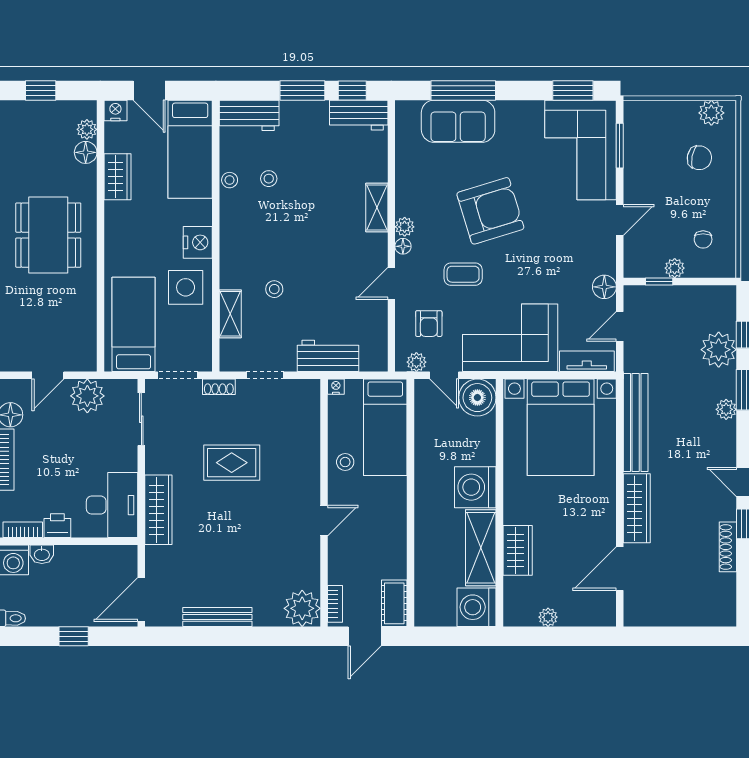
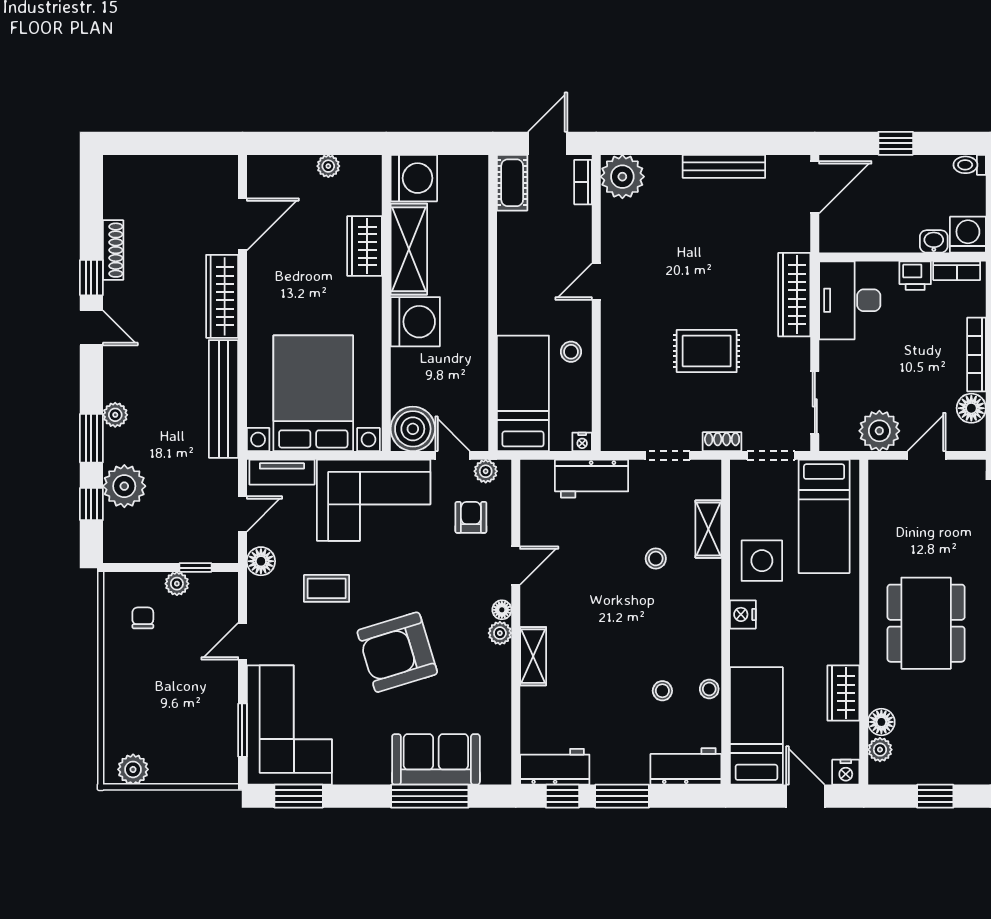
chair: (699, 158) -> (147, 716), removed
nightstand: (198, 242) -> (743, 614), width x0.74, depth x0.75
coffee table: (463, 274) -> (327, 588), moved

